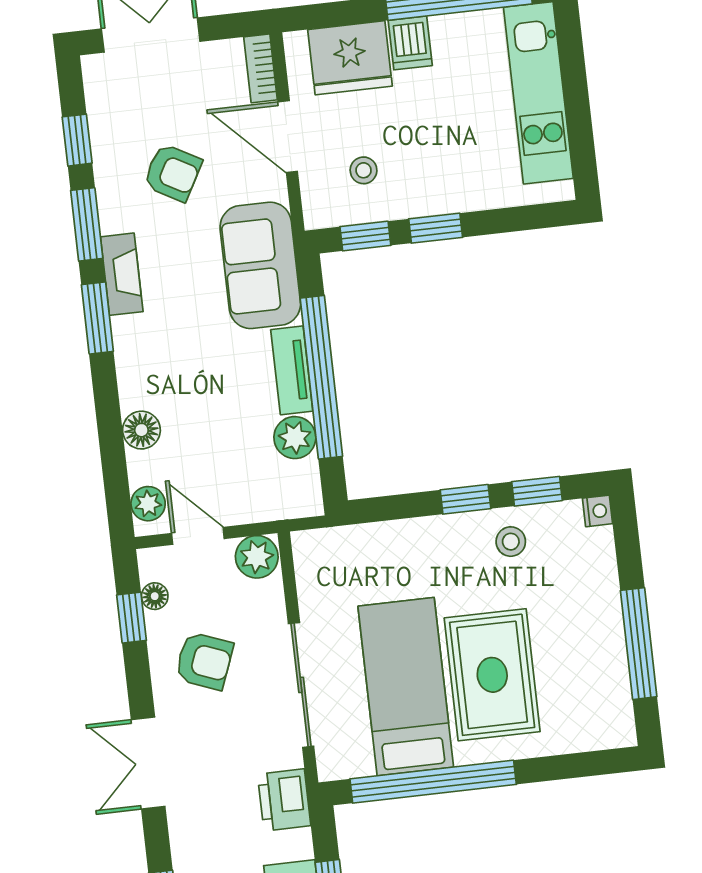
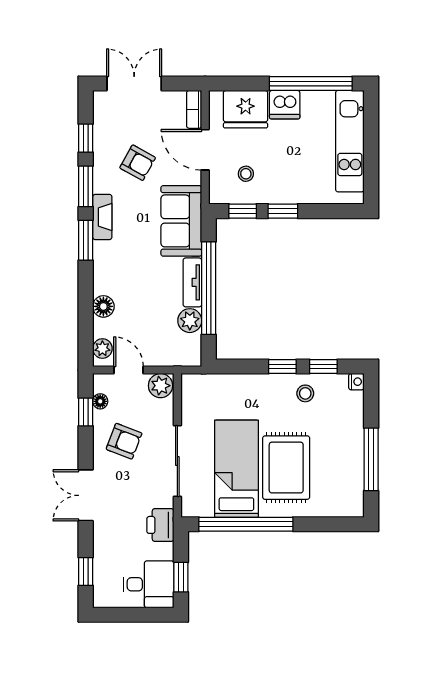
dishwasher: (410, 43) -> (285, 105), width x1.38

